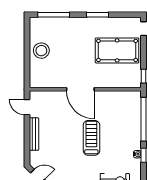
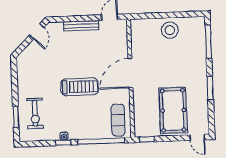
exercise mat: (124, 103) -> (118, 120), added

